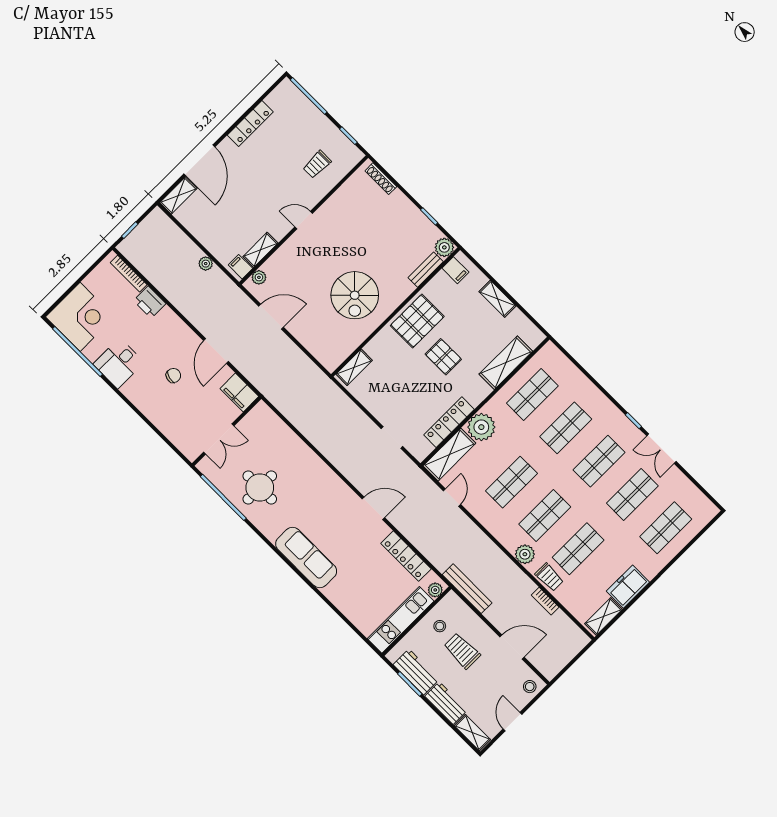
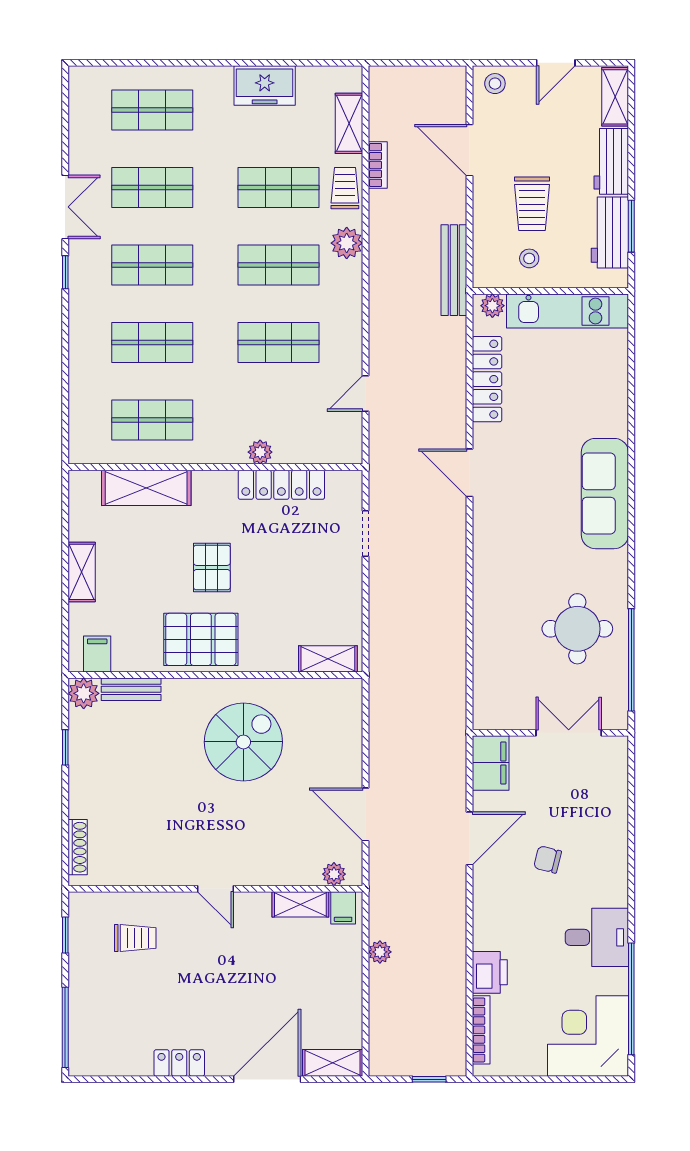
locker: (250, 124) -> (179, 1063), width x0.66
plant: (481, 427) -> (260, 452), width x0.53, depth x0.53
shelving: (449, 455) -> (319, 447), removed
shelving: (603, 616) -> (349, 123), moved, turned 90

